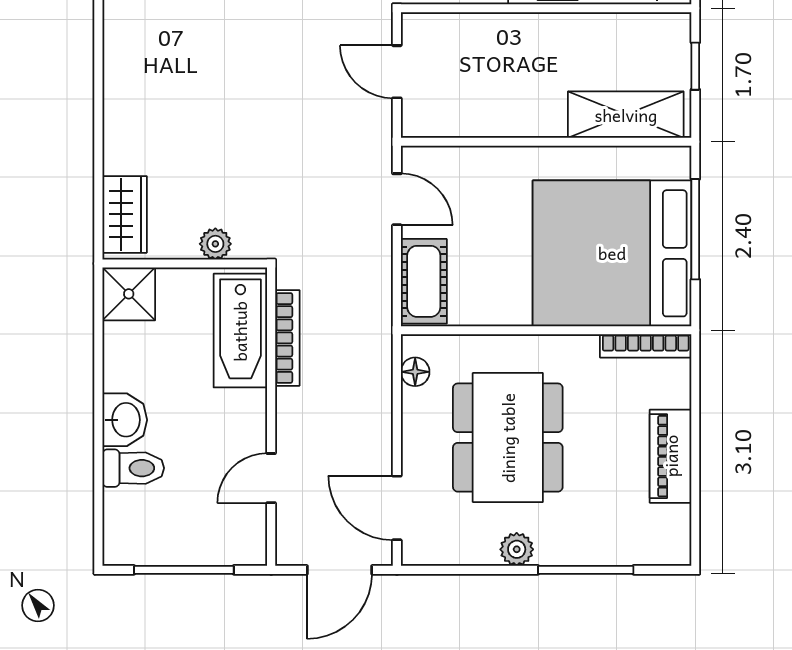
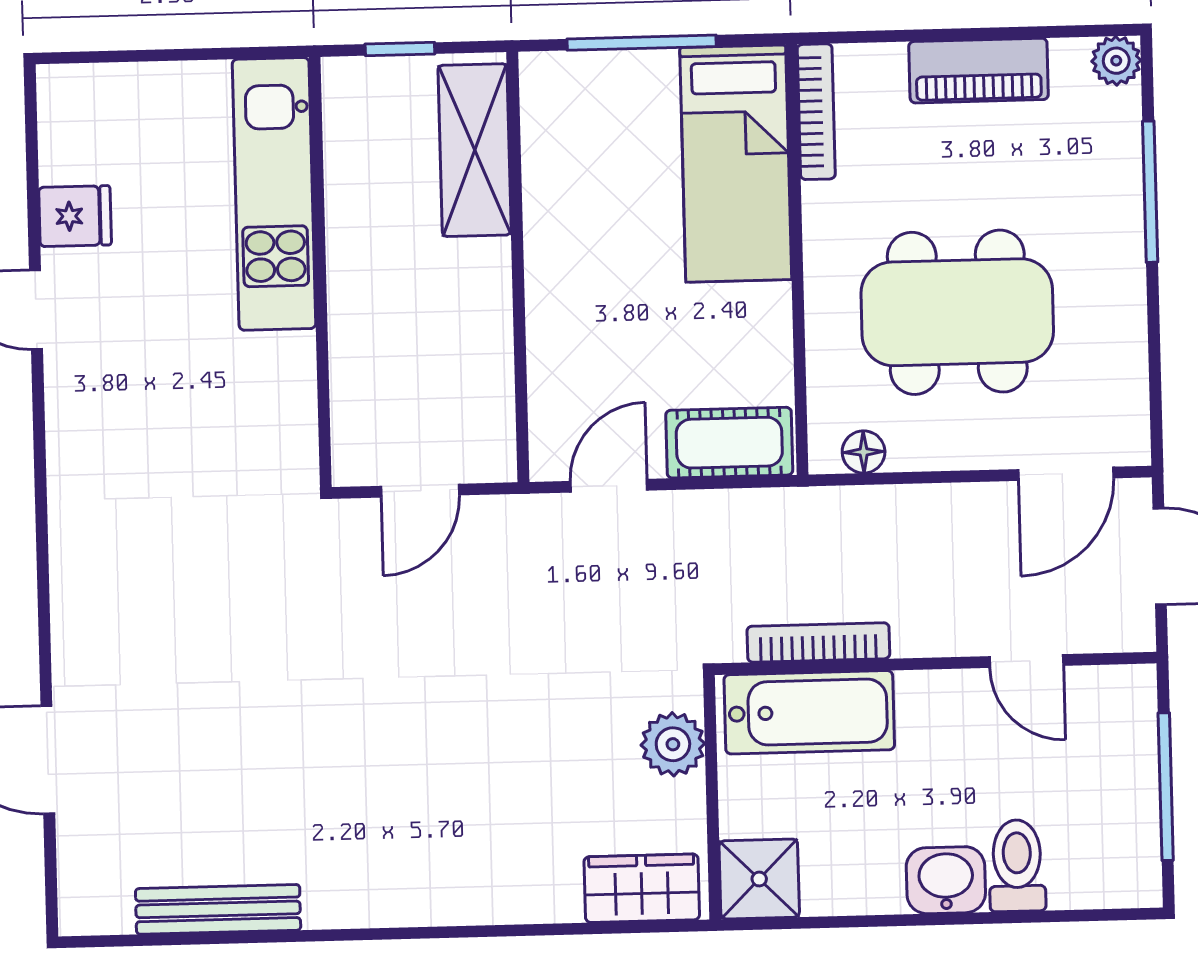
plant: (215, 244) -> (673, 744), width x1.38, depth x1.38
bed: (612, 253) -> (736, 164), width x0.49
plant: (517, 549) -> (1116, 61), moved

